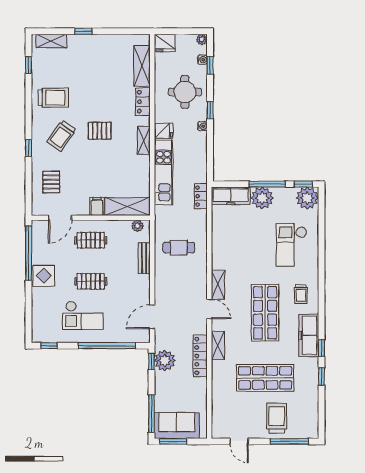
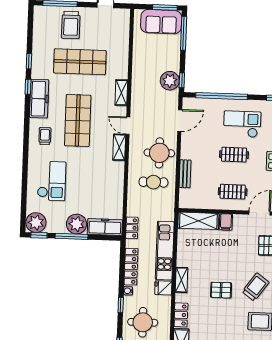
plant: (137, 226) -> (190, 203), removed
round table: (173, 280) -> (159, 153), added
locker: (200, 356) -> (131, 267), moved

